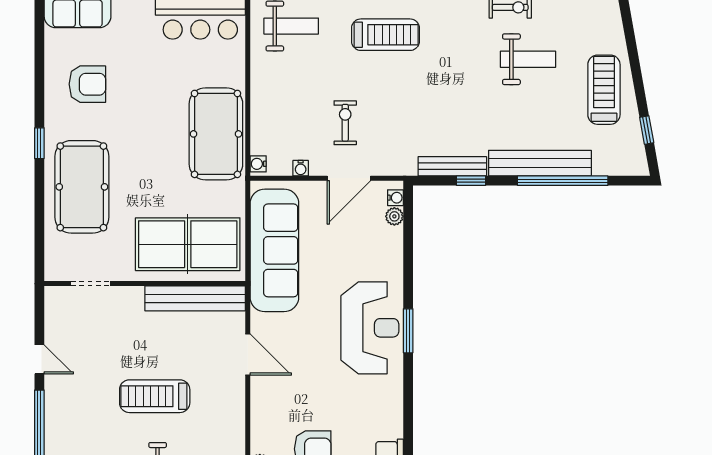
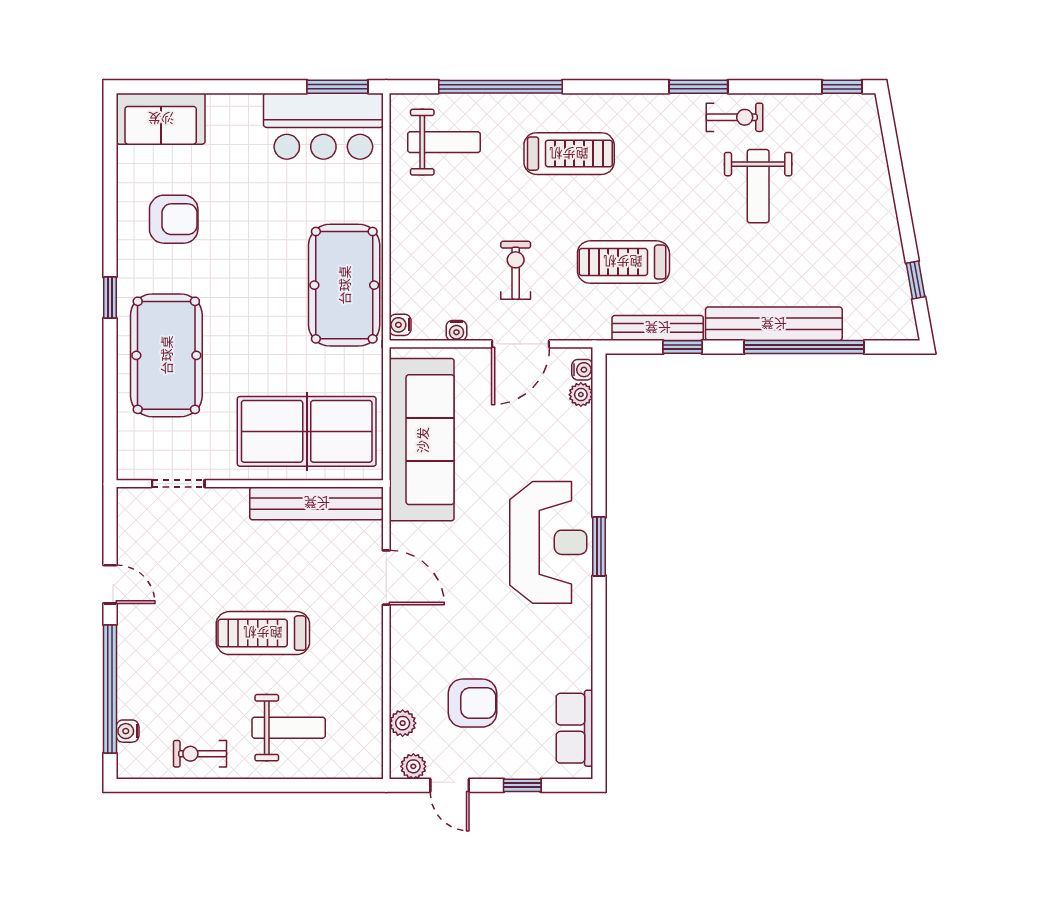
weight bench: (528, 59) -> (758, 186), turned 90
treadmill: (604, 90) -> (623, 262), moved, turned -90

